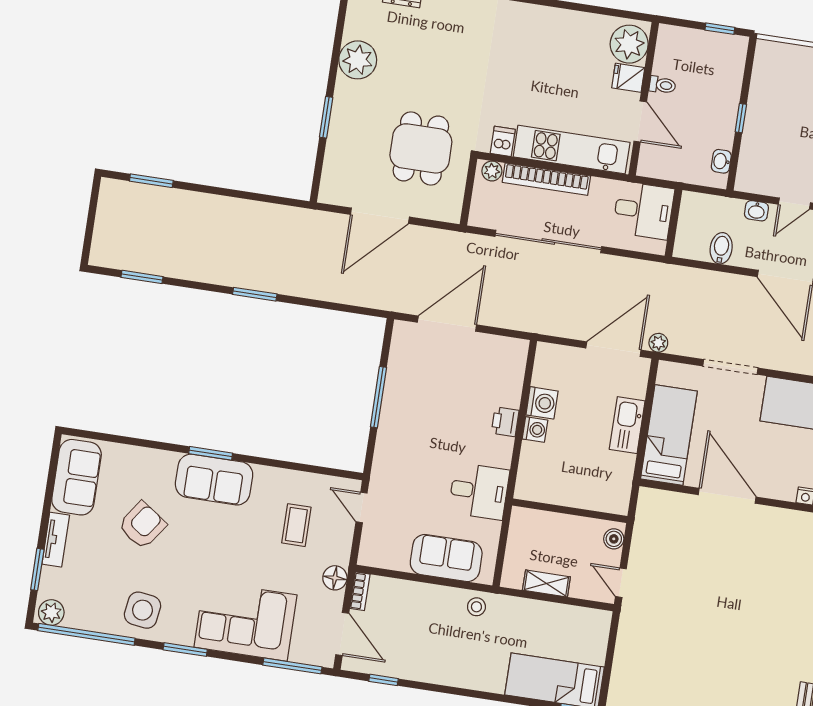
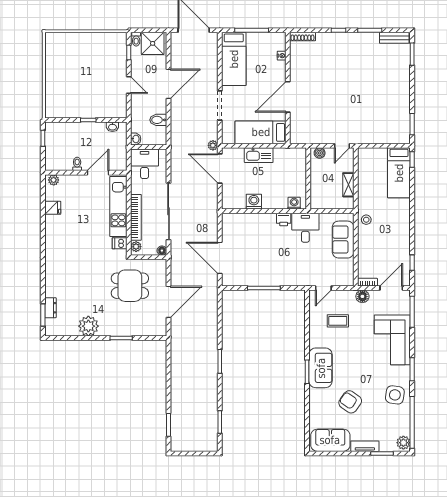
plant: (629, 44) -> (54, 180), width x0.53, depth x0.53
fridge: (628, 78) -> (53, 208), moved, turned -90
washbasin: (756, 211) -> (136, 139), moved
door: (380, 216) -> (169, 302), hinge flipped
floor lamp: (477, 218) -> (162, 251), added
printer: (505, 422) -> (284, 219), moved
washing machine: (535, 429) -> (294, 203), moved

